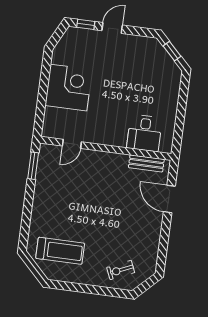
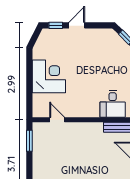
door: (72, 144) -> (57, 120), swing flipped

